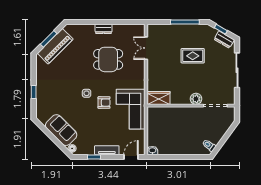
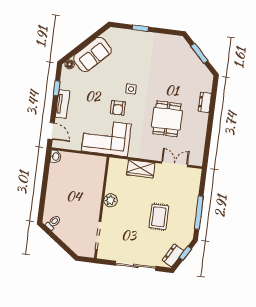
dresser: (104, 29) -> (205, 102), moved
piano: (55, 46) -> (190, 60), removed
wardrobe: (159, 98) -> (141, 169), moved, turned 90
plant: (196, 99) -> (111, 200), moved

